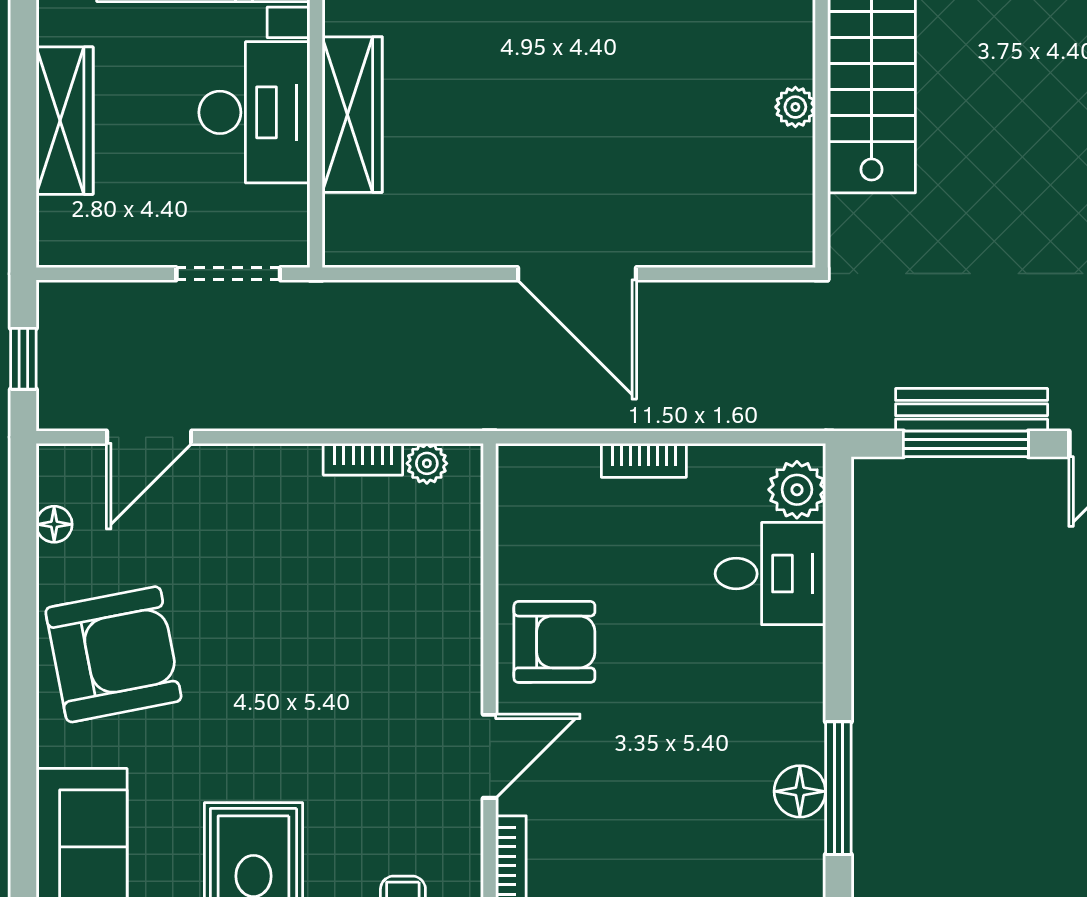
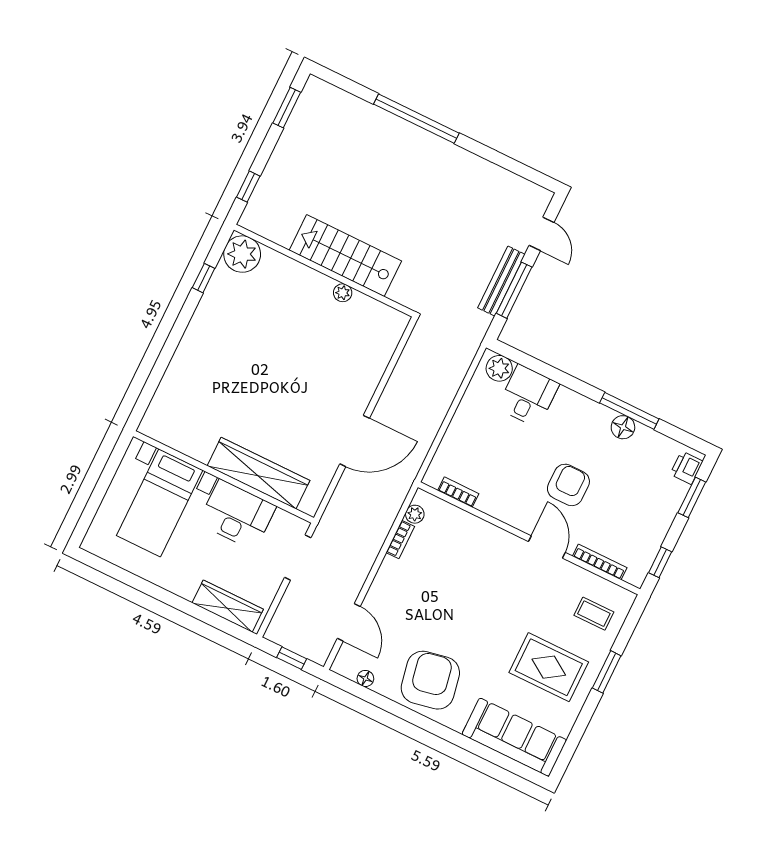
wardrobe: (352, 115) -> (258, 473), width x1.40, depth x1.17
wardrobe: (65, 121) -> (228, 606), moved
door: (577, 274) -> (355, 441), moved
bookcase: (644, 460) -> (458, 492), moved, turned -90
armchair: (554, 642) -> (568, 485), moved

